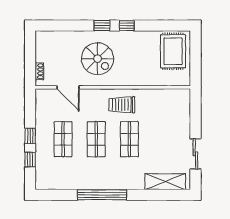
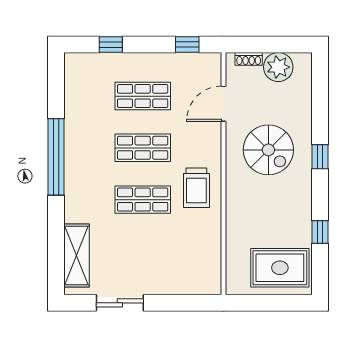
window: (127, 26) -> (320, 232), moved
plant: (45, 52) -> (278, 67), added
spiral stairs: (98, 59) -> (268, 150), turned -90
trolley: (122, 105) -> (196, 188), turned 180
window: (30, 136) -> (187, 45), moved

